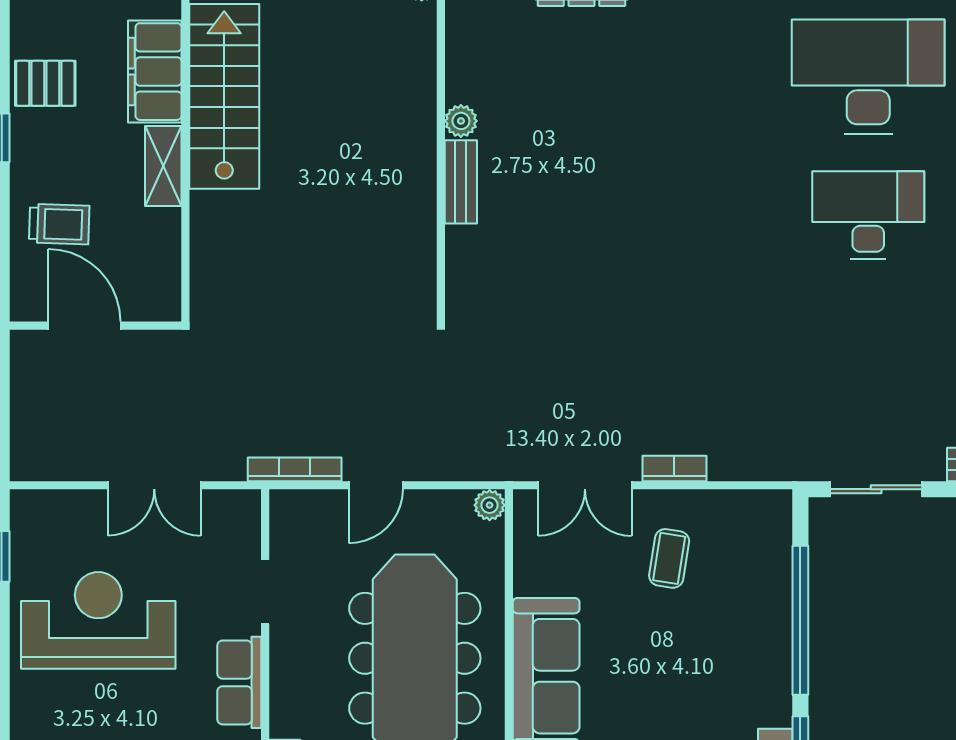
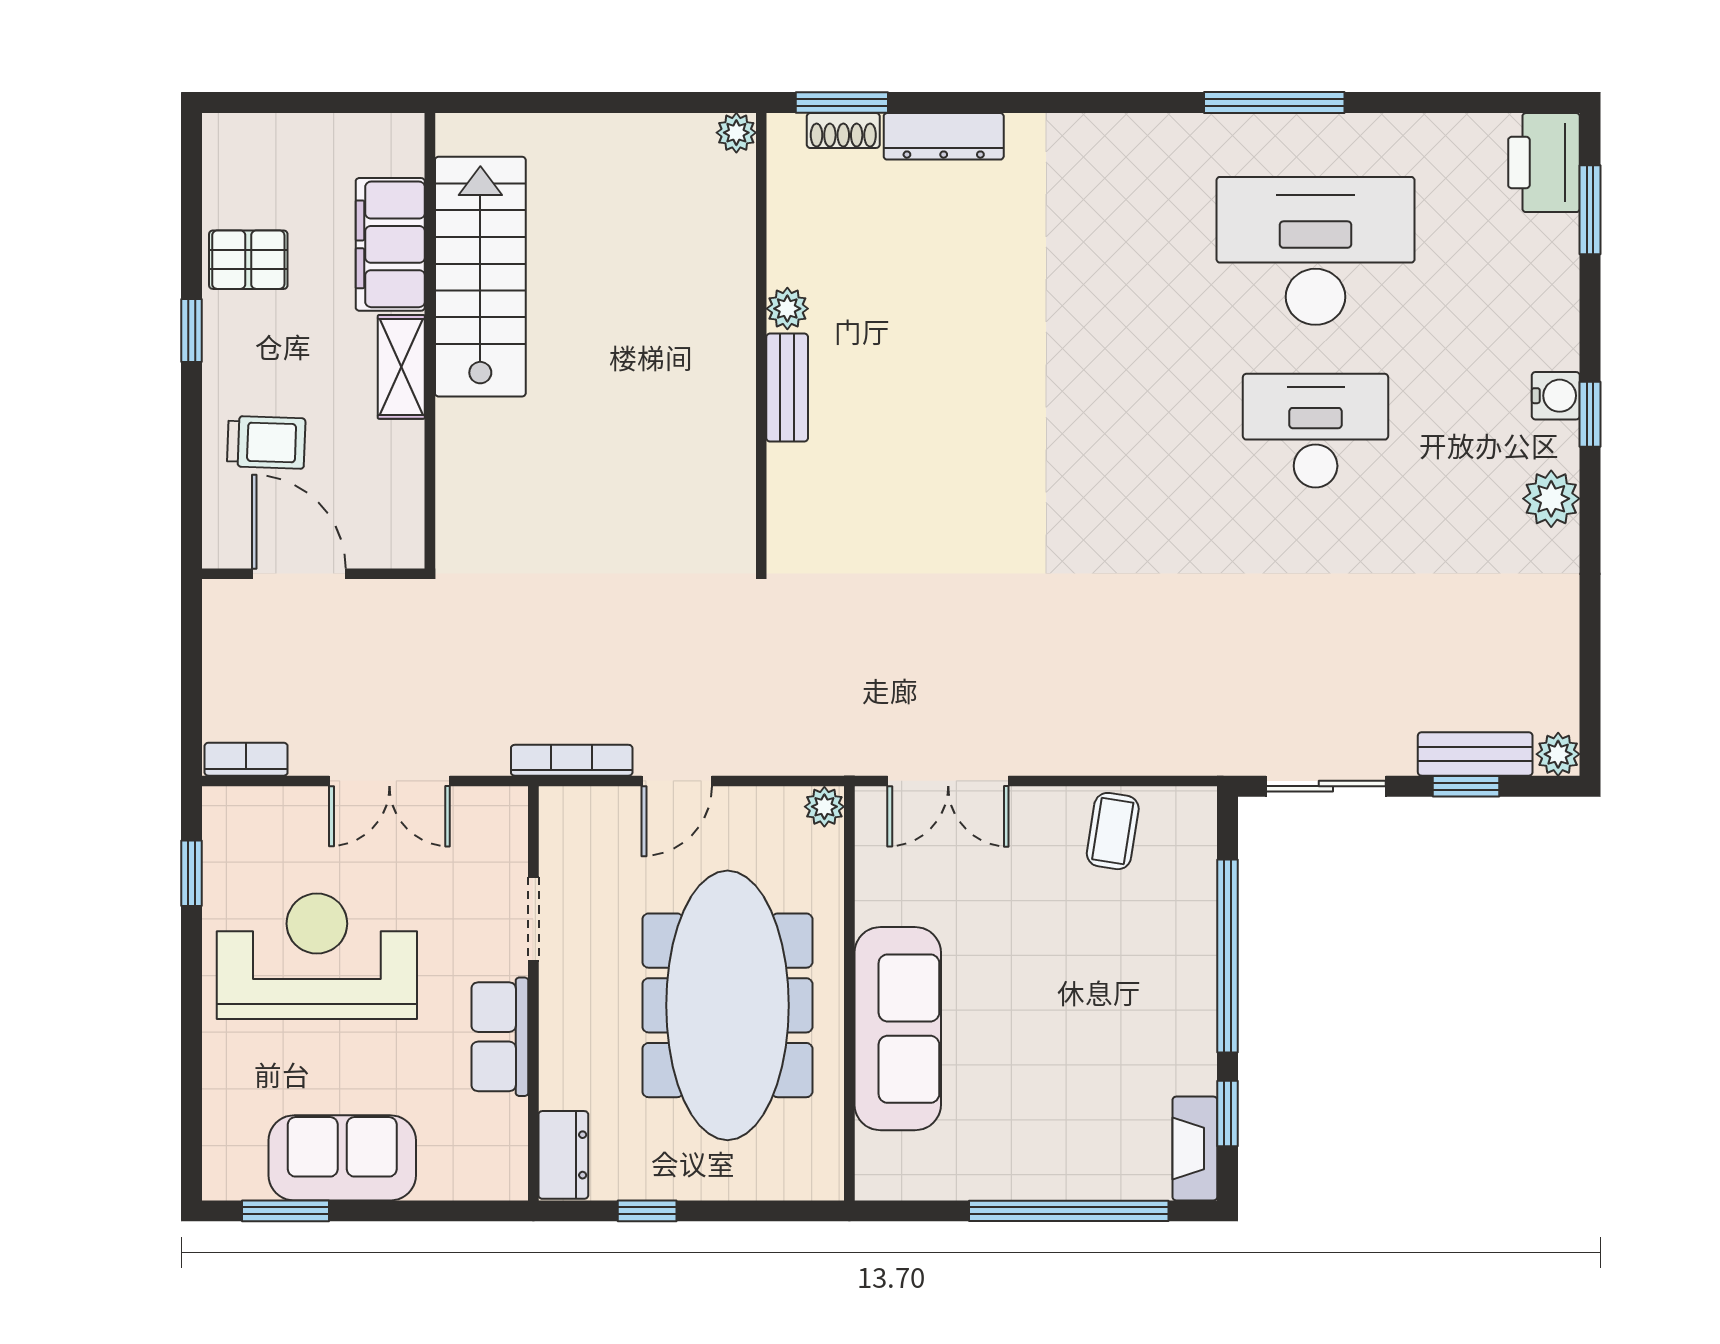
bookcase: (674, 469) -> (246, 759), moved
coffee table: (669, 558) -> (1113, 831), moved

